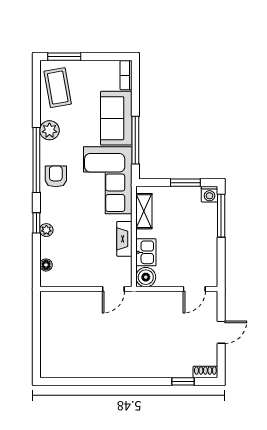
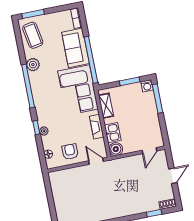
window: (135, 140) -> (91, 60), width x1.46
armchair: (56, 176) -> (70, 152), moved
door: (113, 289) -> (96, 161), swing flipped

